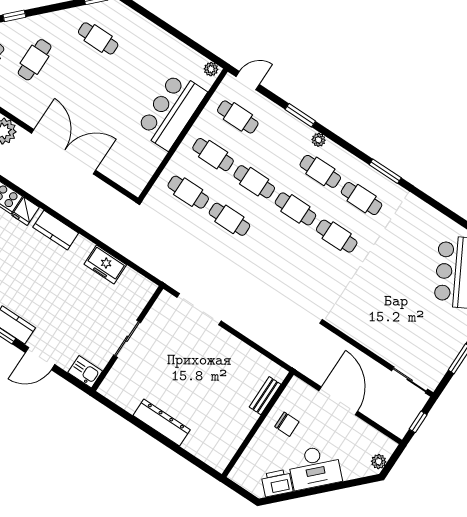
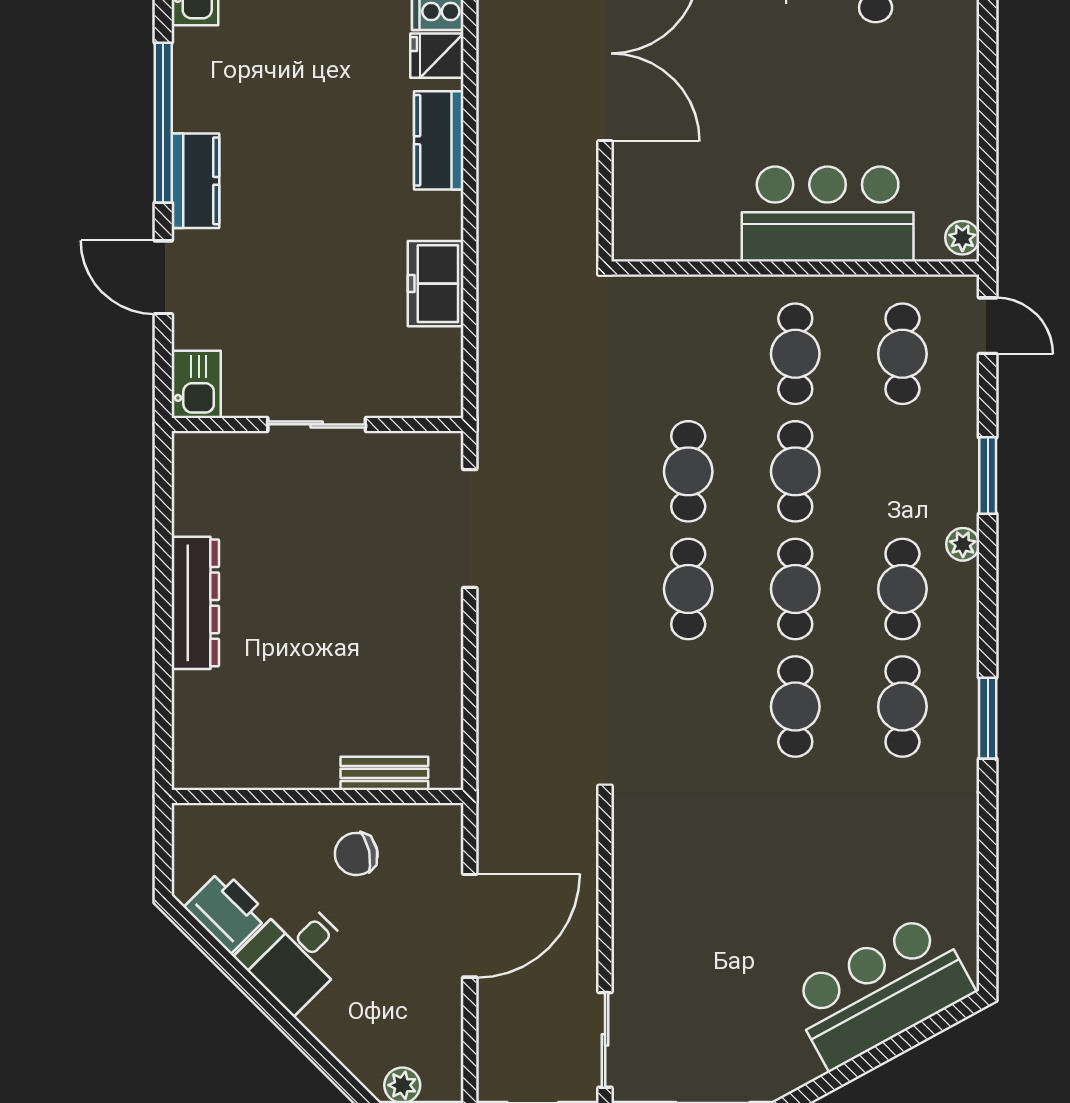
cafe table: (188, 192) -> (688, 589), moved
chair: (287, 424) -> (356, 854), turned 78
desk: (315, 467) -> (296, 954), width x0.73

